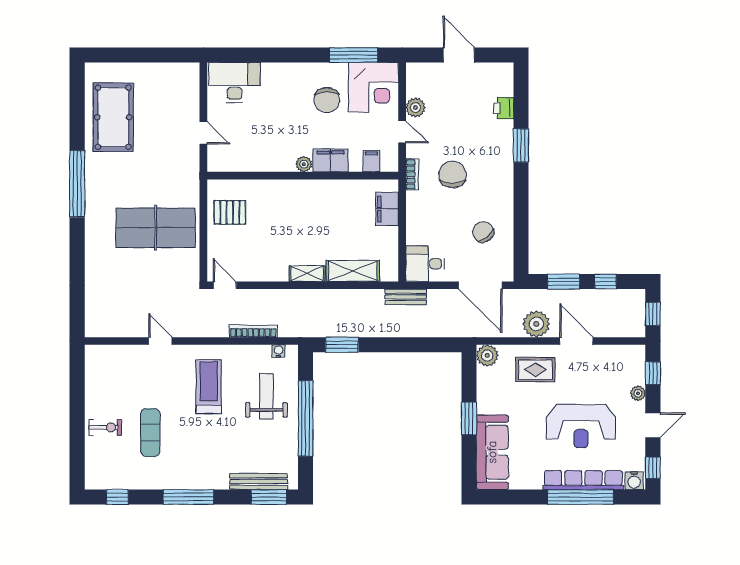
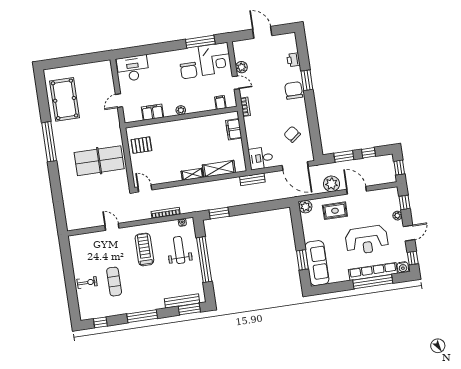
door: (203, 133) -> (119, 101), swing flipped
filing cabinet: (331, 160) -> (152, 112), moved
chair: (453, 174) -> (294, 91), moved
window: (469, 419) -> (302, 260), moved

